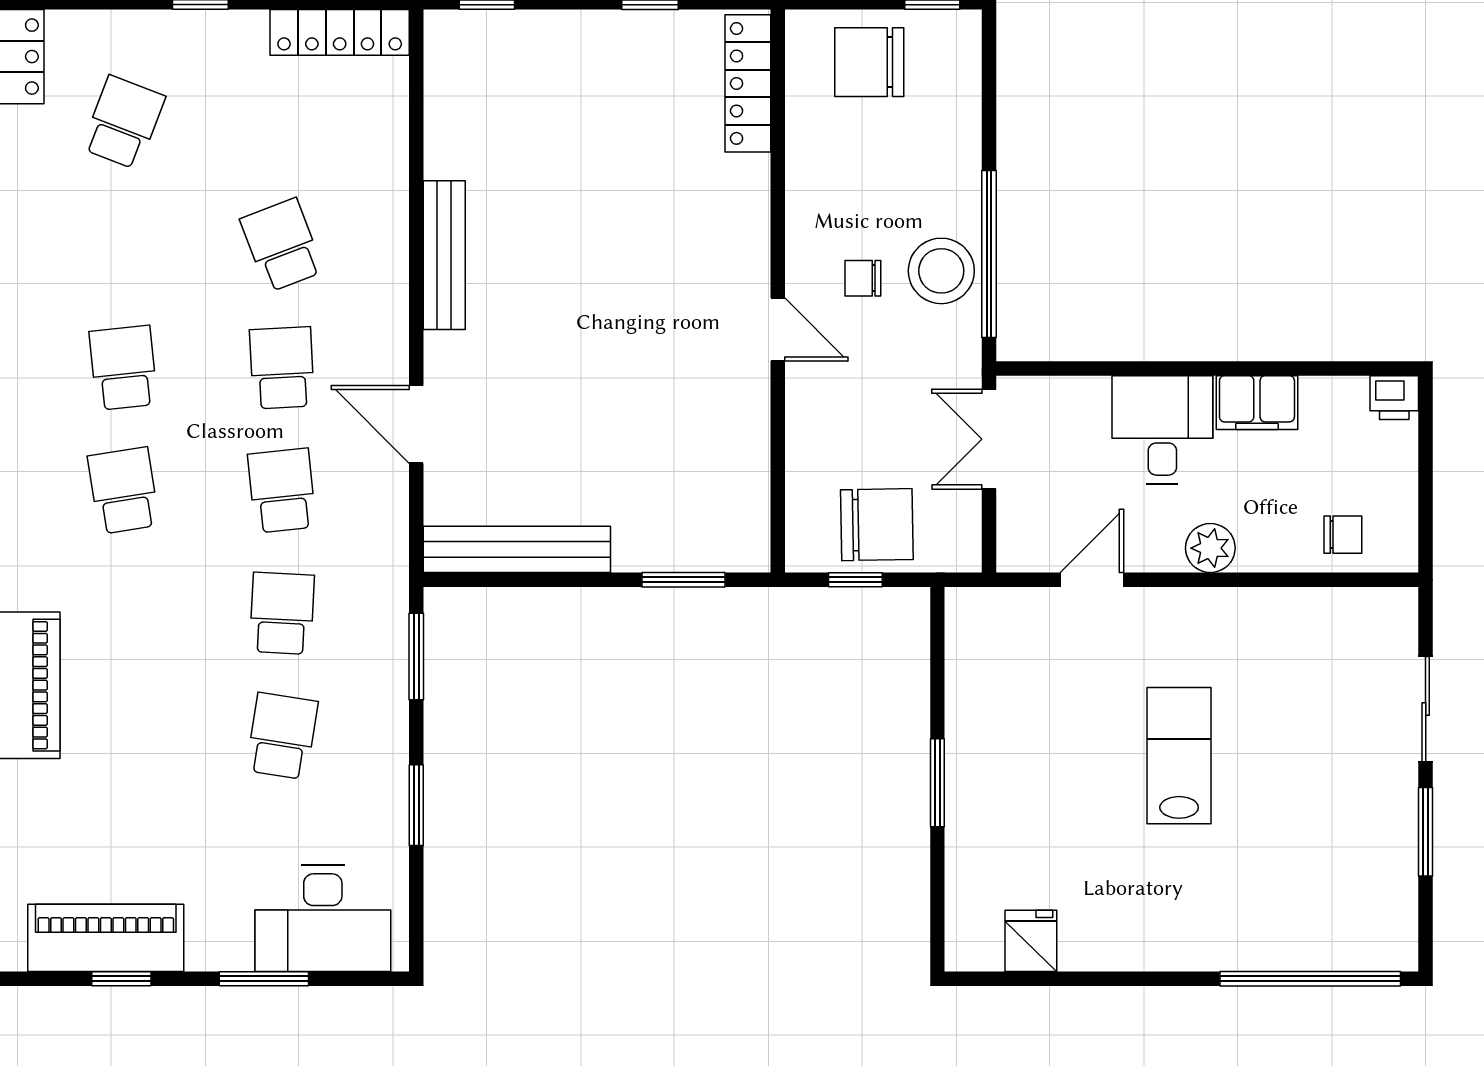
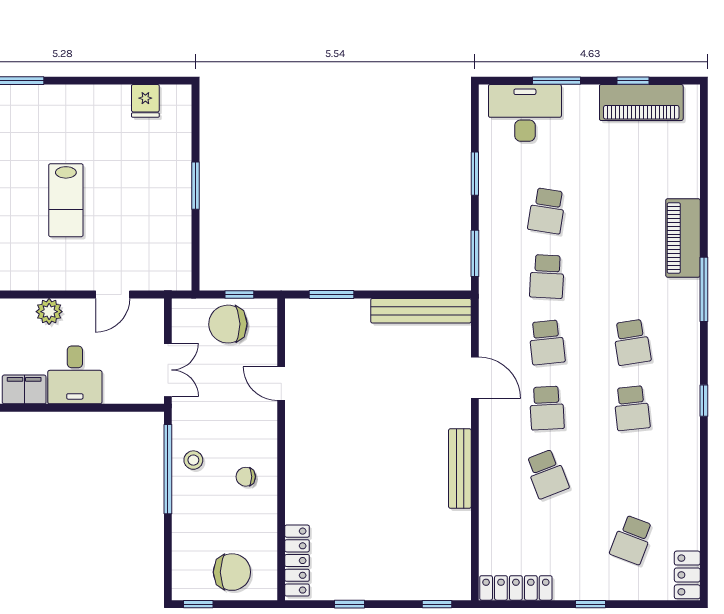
stool: (941, 271) -> (193, 460), width x0.53, depth x0.53
chair: (863, 278) -> (246, 477), moved, turned 180
door: (778, 330) -> (281, 384), moved

